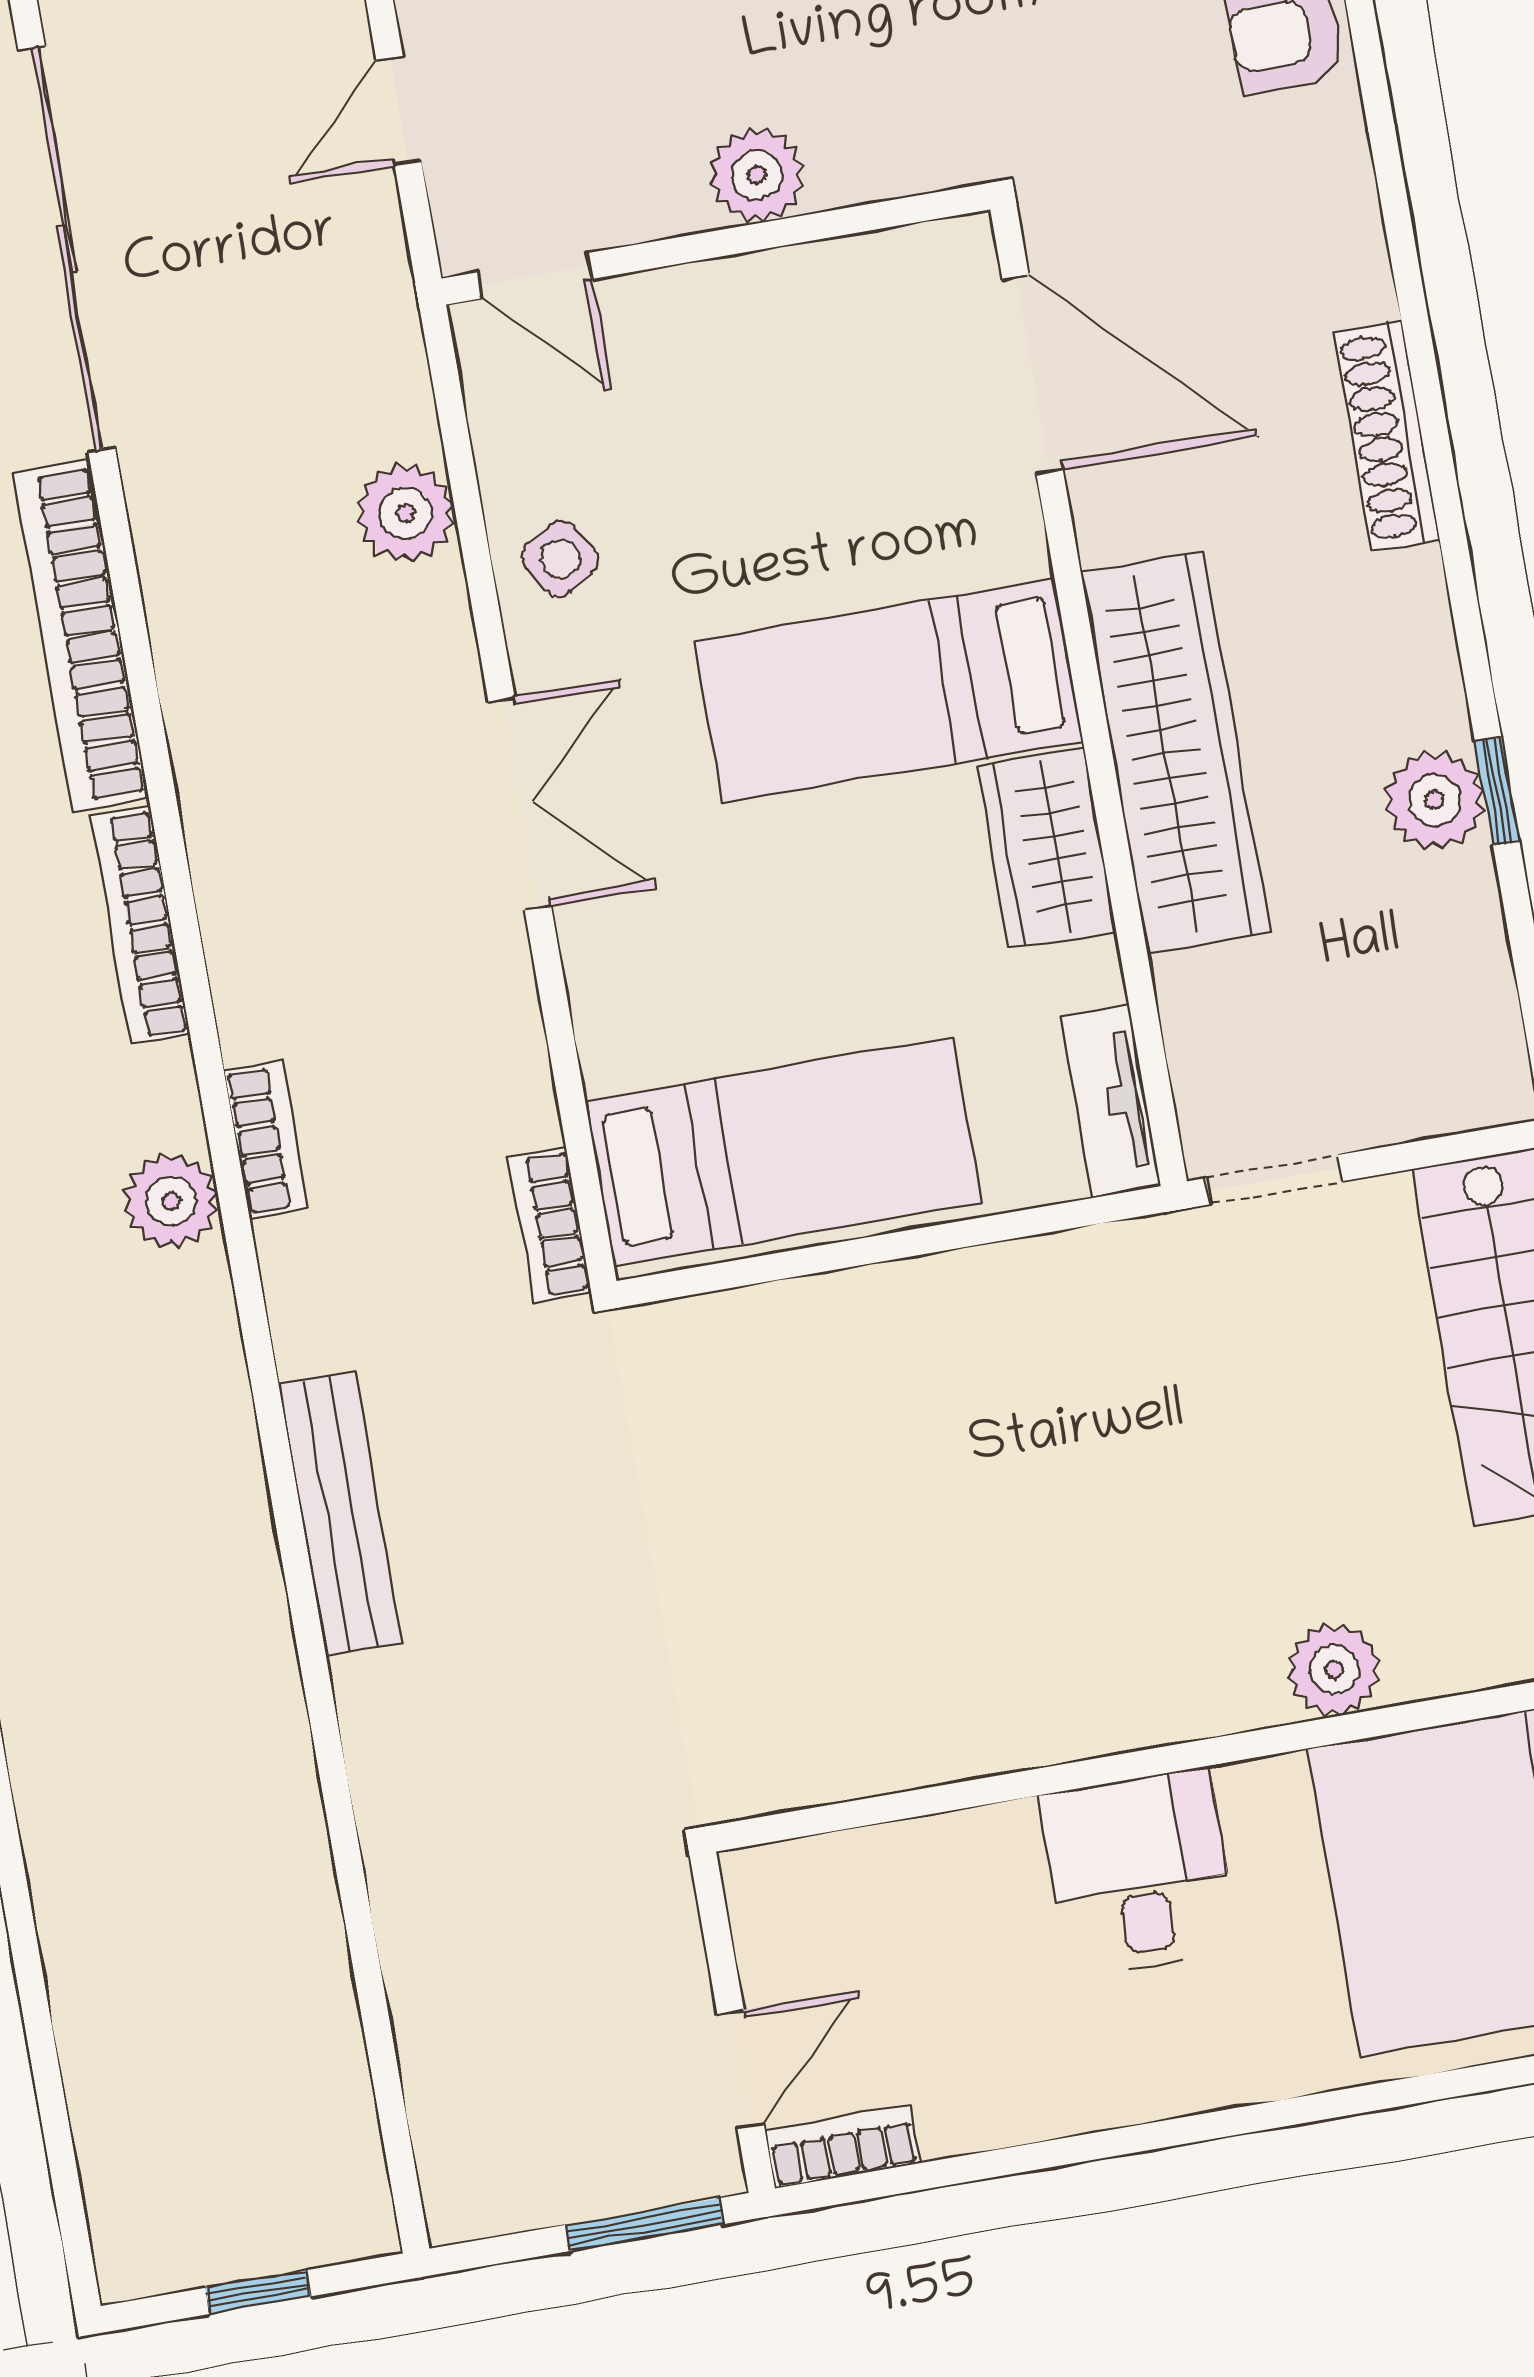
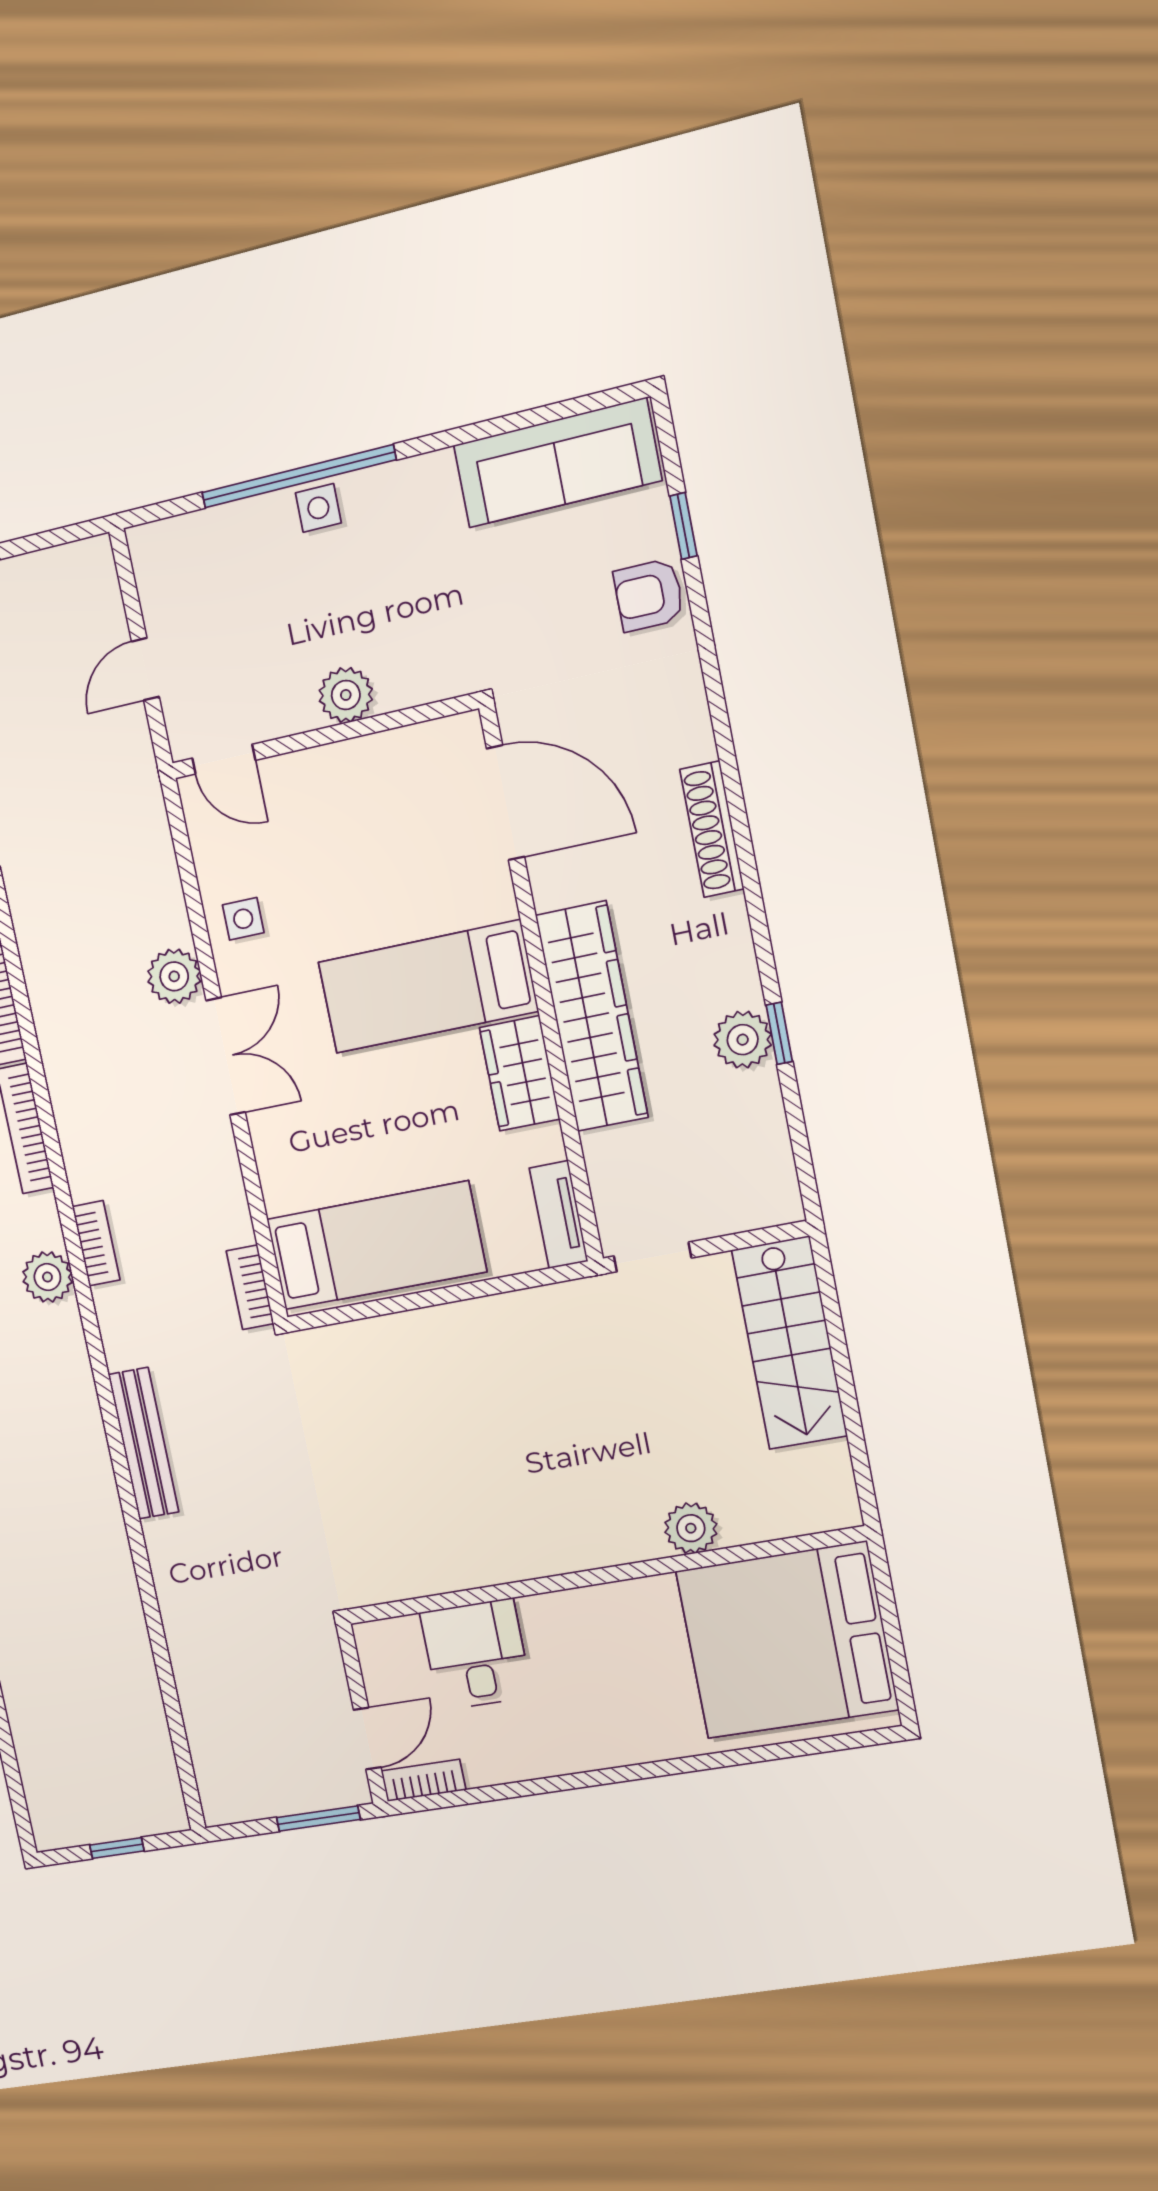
plant: (405, 513) -> (174, 976), moved
side table: (560, 559) -> (243, 919), turned 32
desk: (1139, 1873) -> (476, 1654), moved

